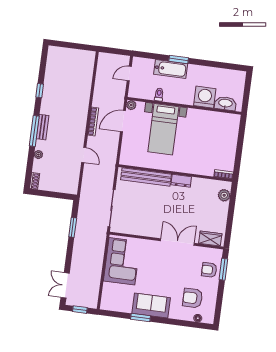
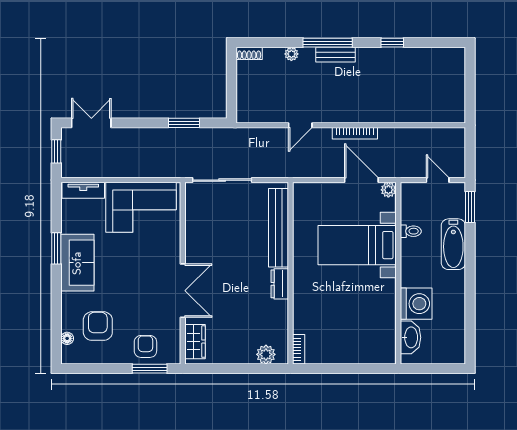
window: (179, 59) -> (470, 207), moved
tv unit: (107, 296) -> (83, 190), added

